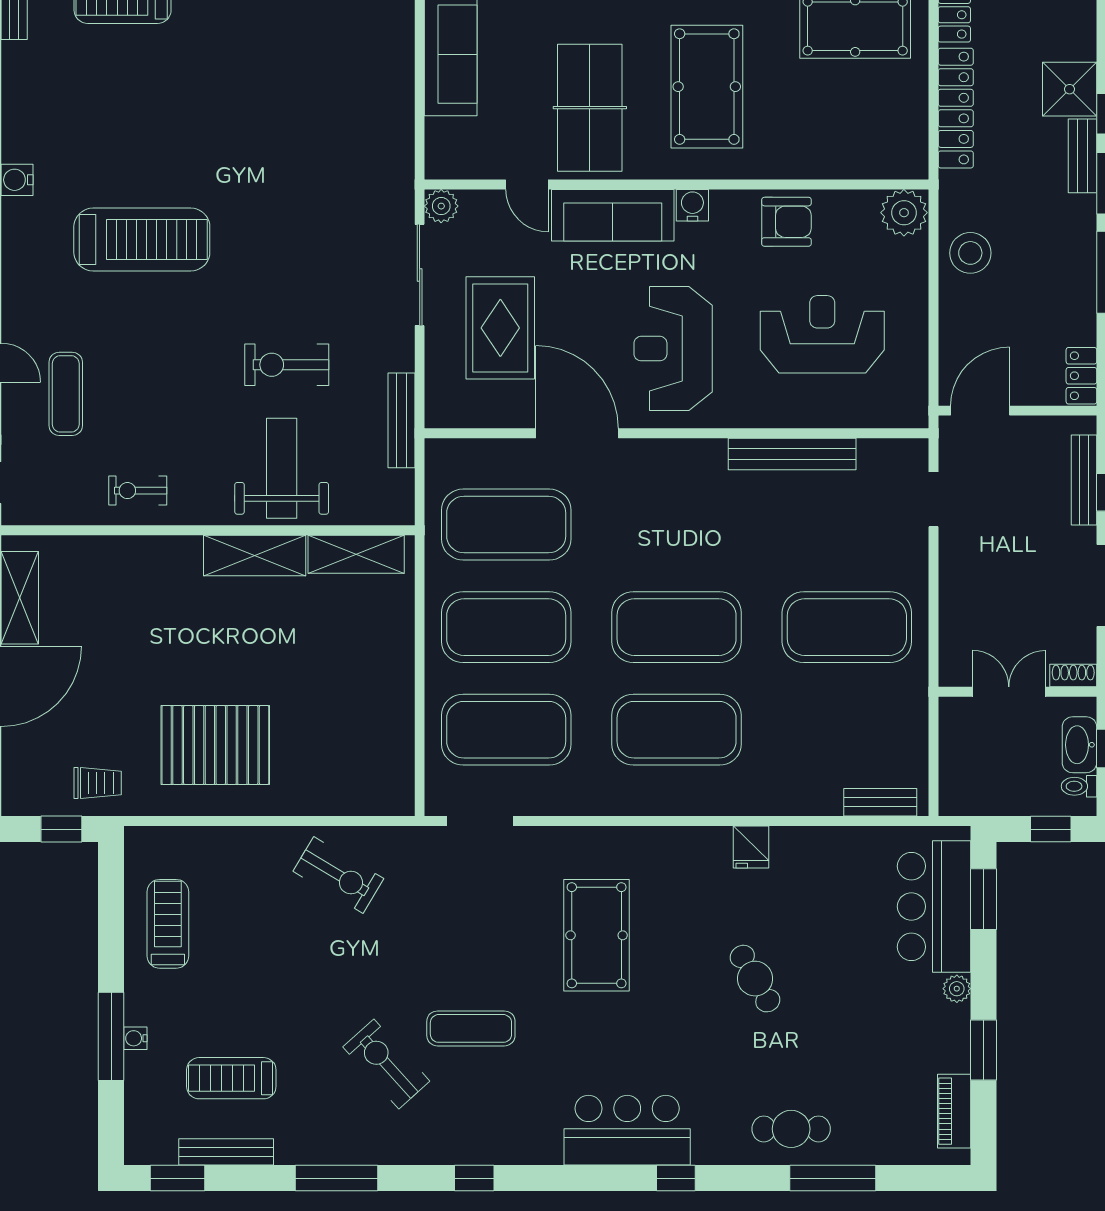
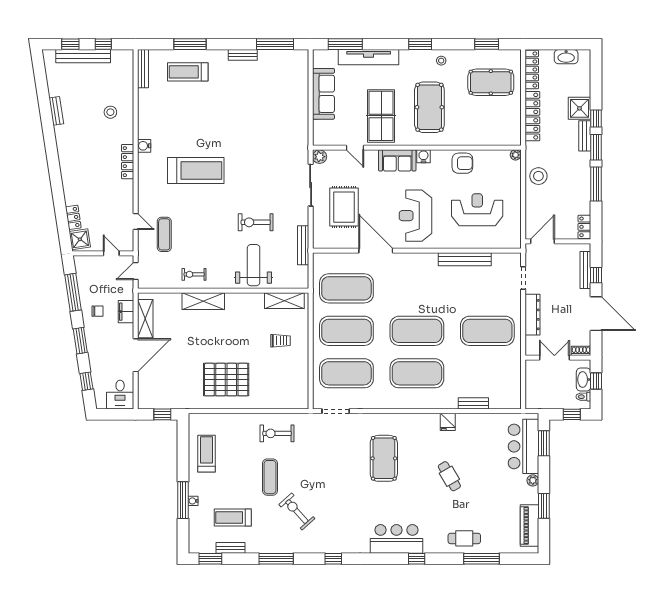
plant: (904, 213) -> (516, 155), width x0.53, depth x0.53
sofa: (613, 215) -> (397, 160), width x0.73
shelving: (255, 555) -> (203, 301), moved
dresser: (956, 588) -> (533, 315), added
trolley: (98, 783) -> (280, 341), moved
bench: (880, 802) -> (473, 403), moved
exercise bike: (338, 875) -> (277, 433), turned 149
exercise mat: (471, 1028) -> (270, 477), moved, turned 90
piano: (954, 1111) -> (529, 525), width x1.37, depth x1.33
bench: (226, 1152) -> (231, 548), width x0.73

